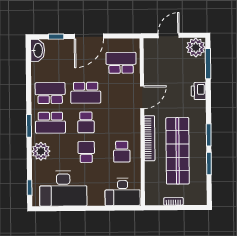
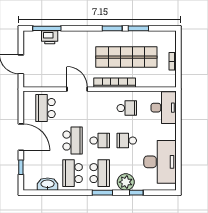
plant: (196, 47) -> (32, 40), removed
washbasin: (38, 50) -> (48, 184), moved
printer: (199, 91) -> (50, 37), moved
window: (30, 187) -> (136, 193), moved

